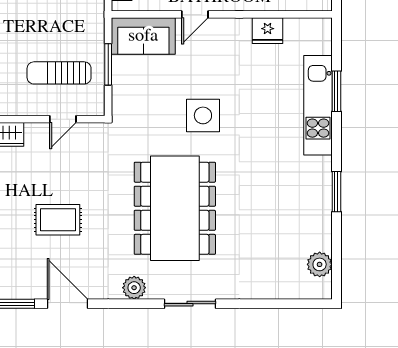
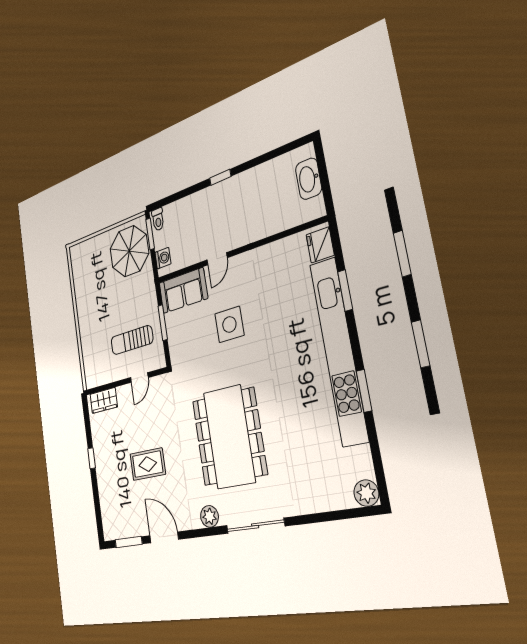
fridge: (268, 31) -> (320, 245), moved, turned 90
kitchen unit: (318, 105) -> (339, 351), width x1.86
side table: (203, 115) -> (229, 324), moved
plant: (320, 264) -> (366, 493), moved
sliding door: (190, 304) -> (255, 526), width x1.37

